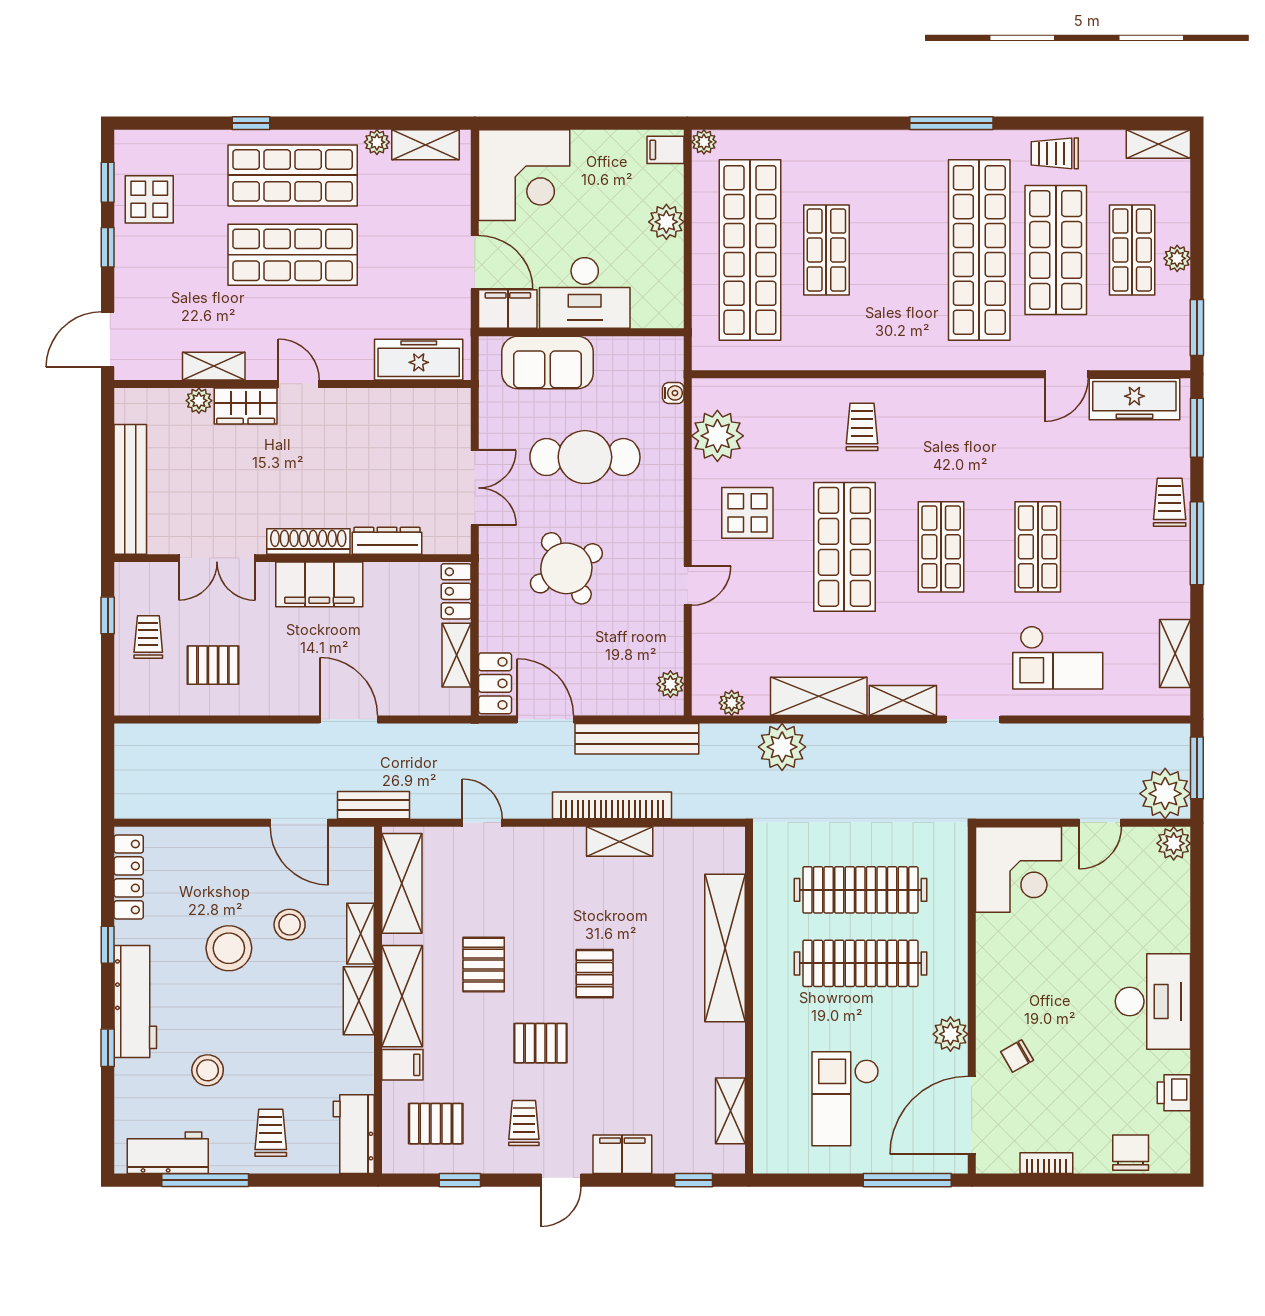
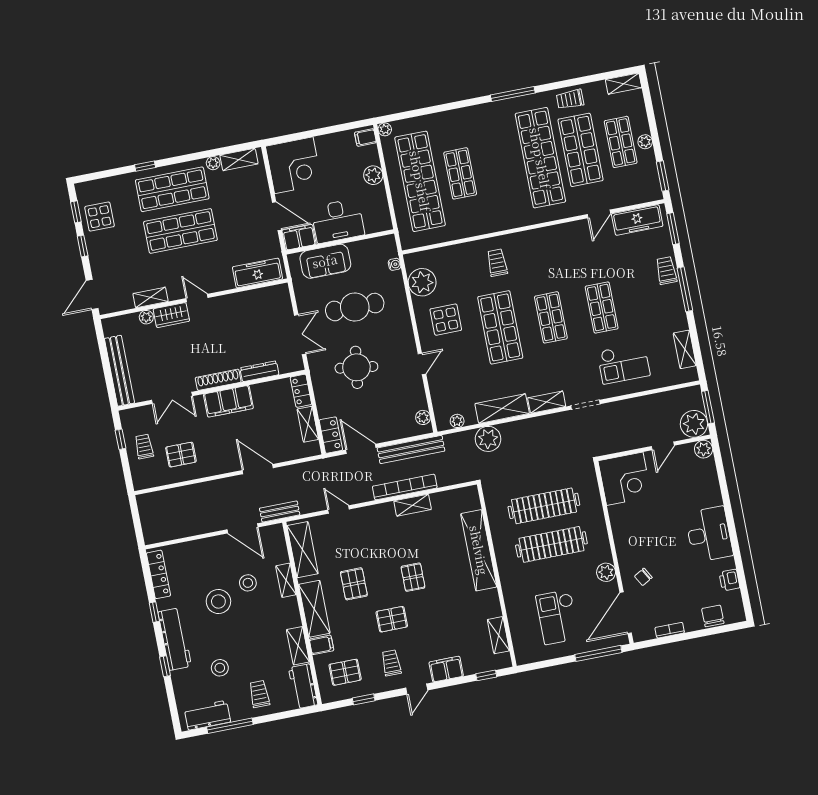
round table: (566, 568) -> (356, 367), turned 38
shelving: (359, 1001) -> (298, 646), moved

